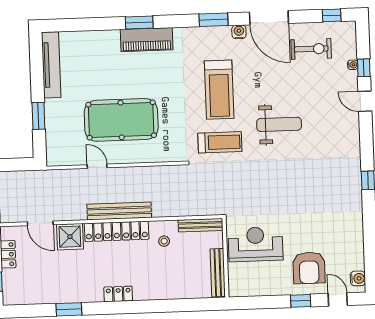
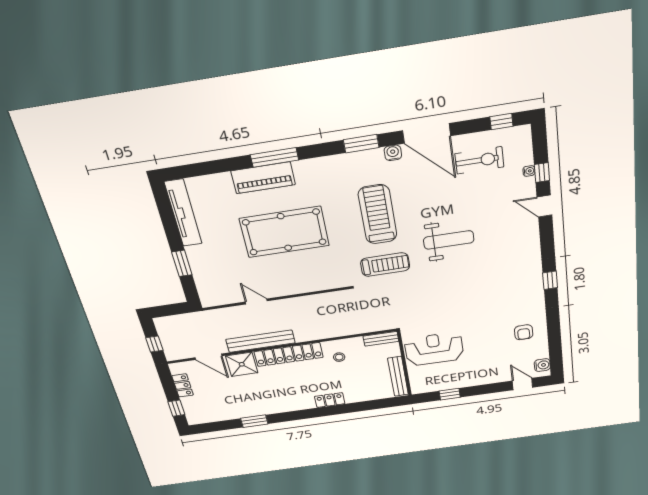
window: (139, 22) -> (274, 157), width x1.44
piano: (147, 40) -> (263, 178), moved
treadmill: (219, 90) -> (378, 214), turned 180
pool table: (121, 120) -> (284, 232), moved
bench: (119, 211) -> (260, 341), moved
bench: (201, 225) -> (381, 339), width x0.73
armchair: (309, 268) -> (524, 332), moved, width x0.53, depth x0.53
locker: (118, 294) -> (330, 400), moved
window: (301, 301) -> (450, 394), moved

